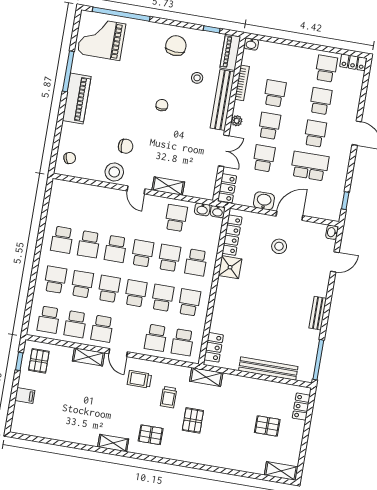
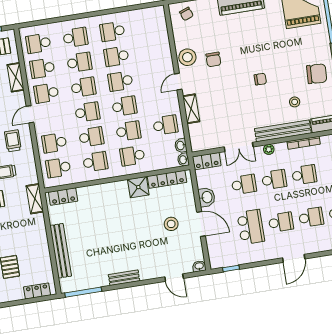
shelving: (88, 357) -> (16, 77), moved

